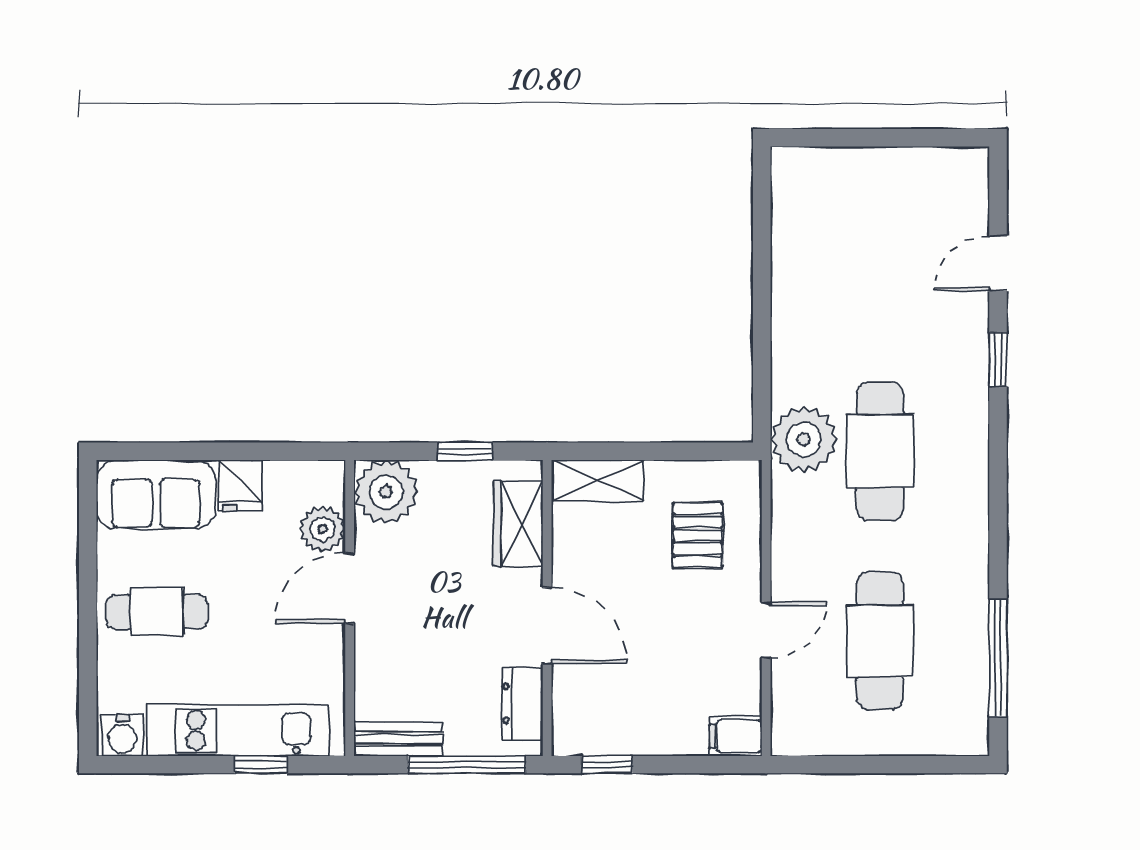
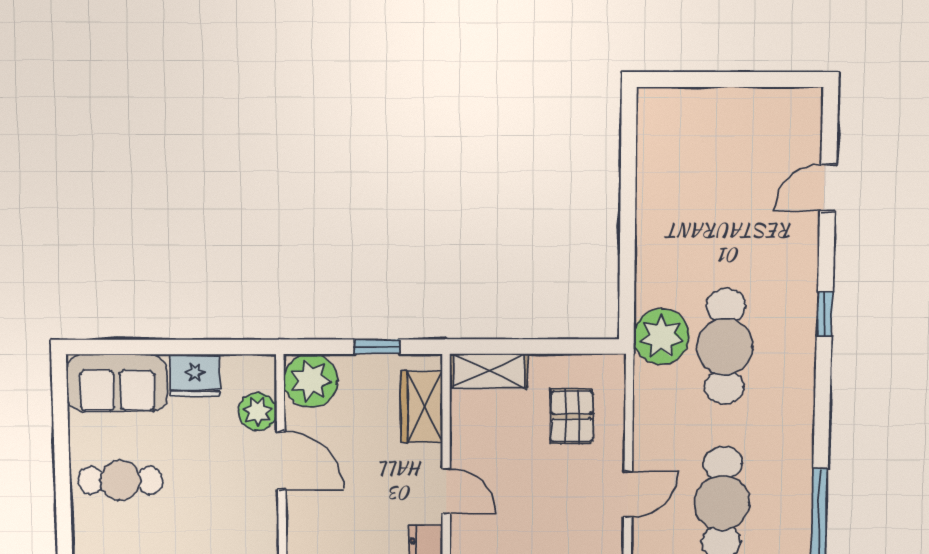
window: (998, 359) -> (825, 314), moved
fridge: (240, 485) -> (195, 376), width x1.38
door: (350, 588) -> (281, 461), swing flipped
door: (547, 626) -> (446, 491), width x0.73

